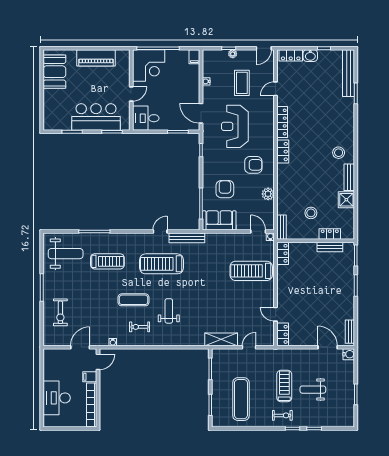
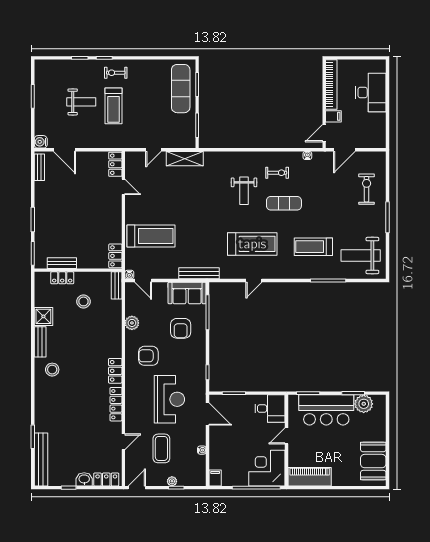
piano: (96, 58) -> (310, 477), moved
plant: (63, 122) -> (364, 404), added
bench: (187, 238) -> (199, 273), moved
exercise mat: (241, 399) -> (181, 89), moved

